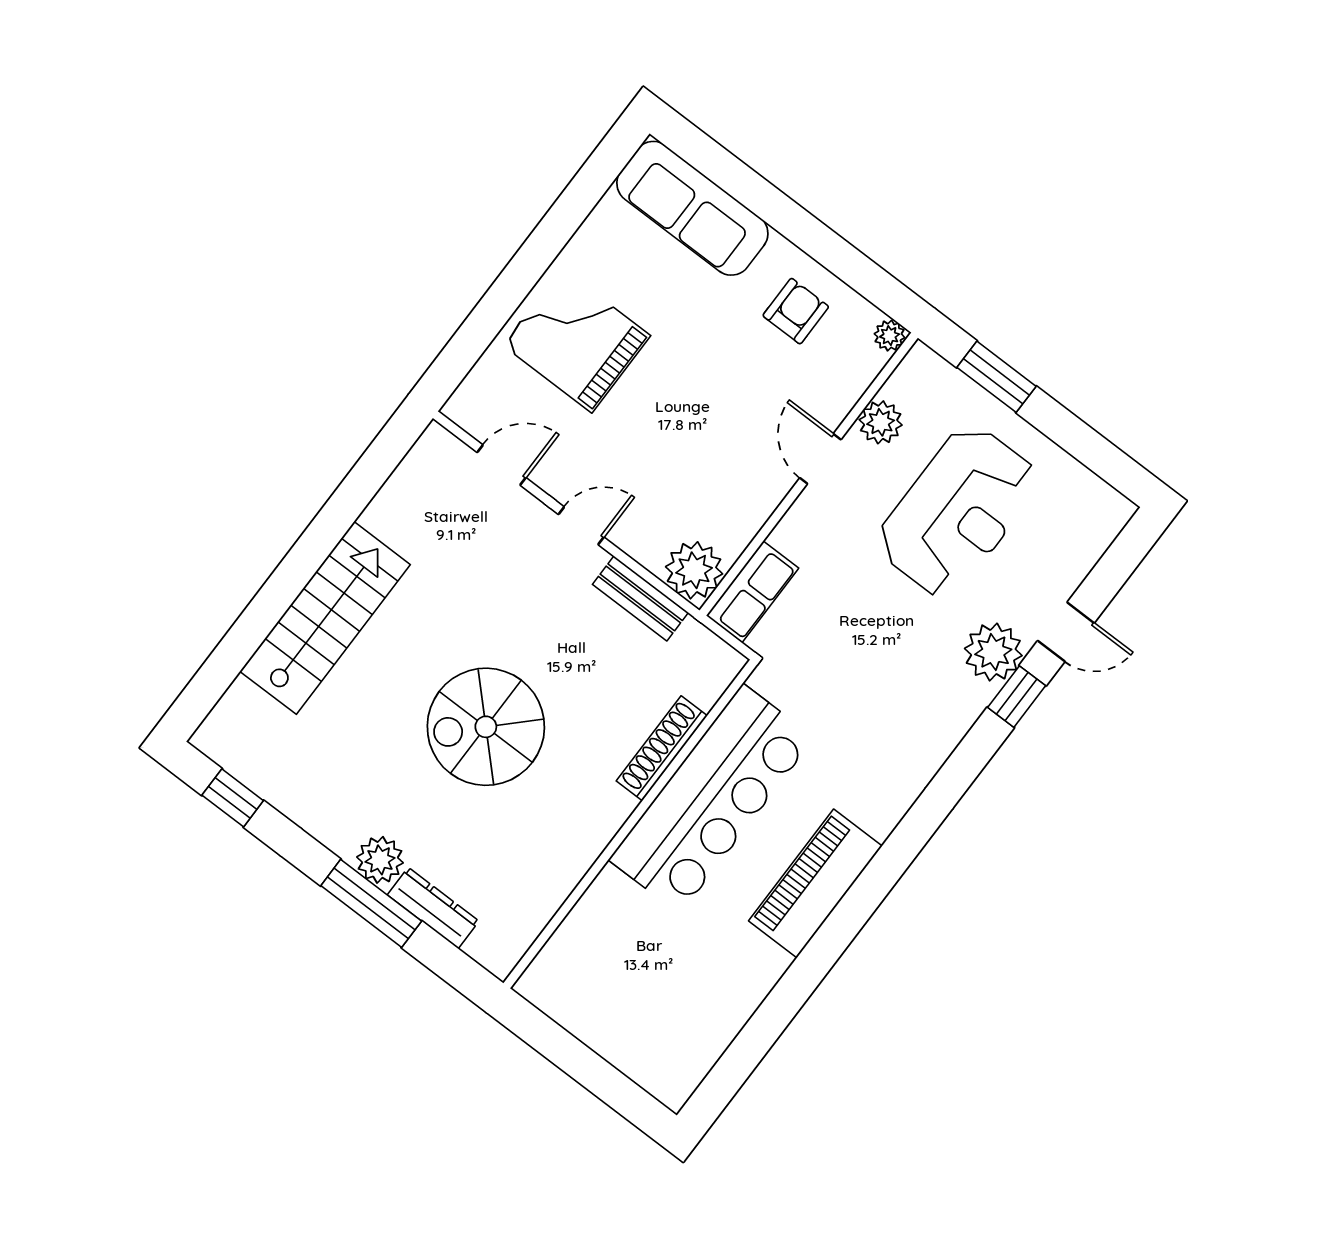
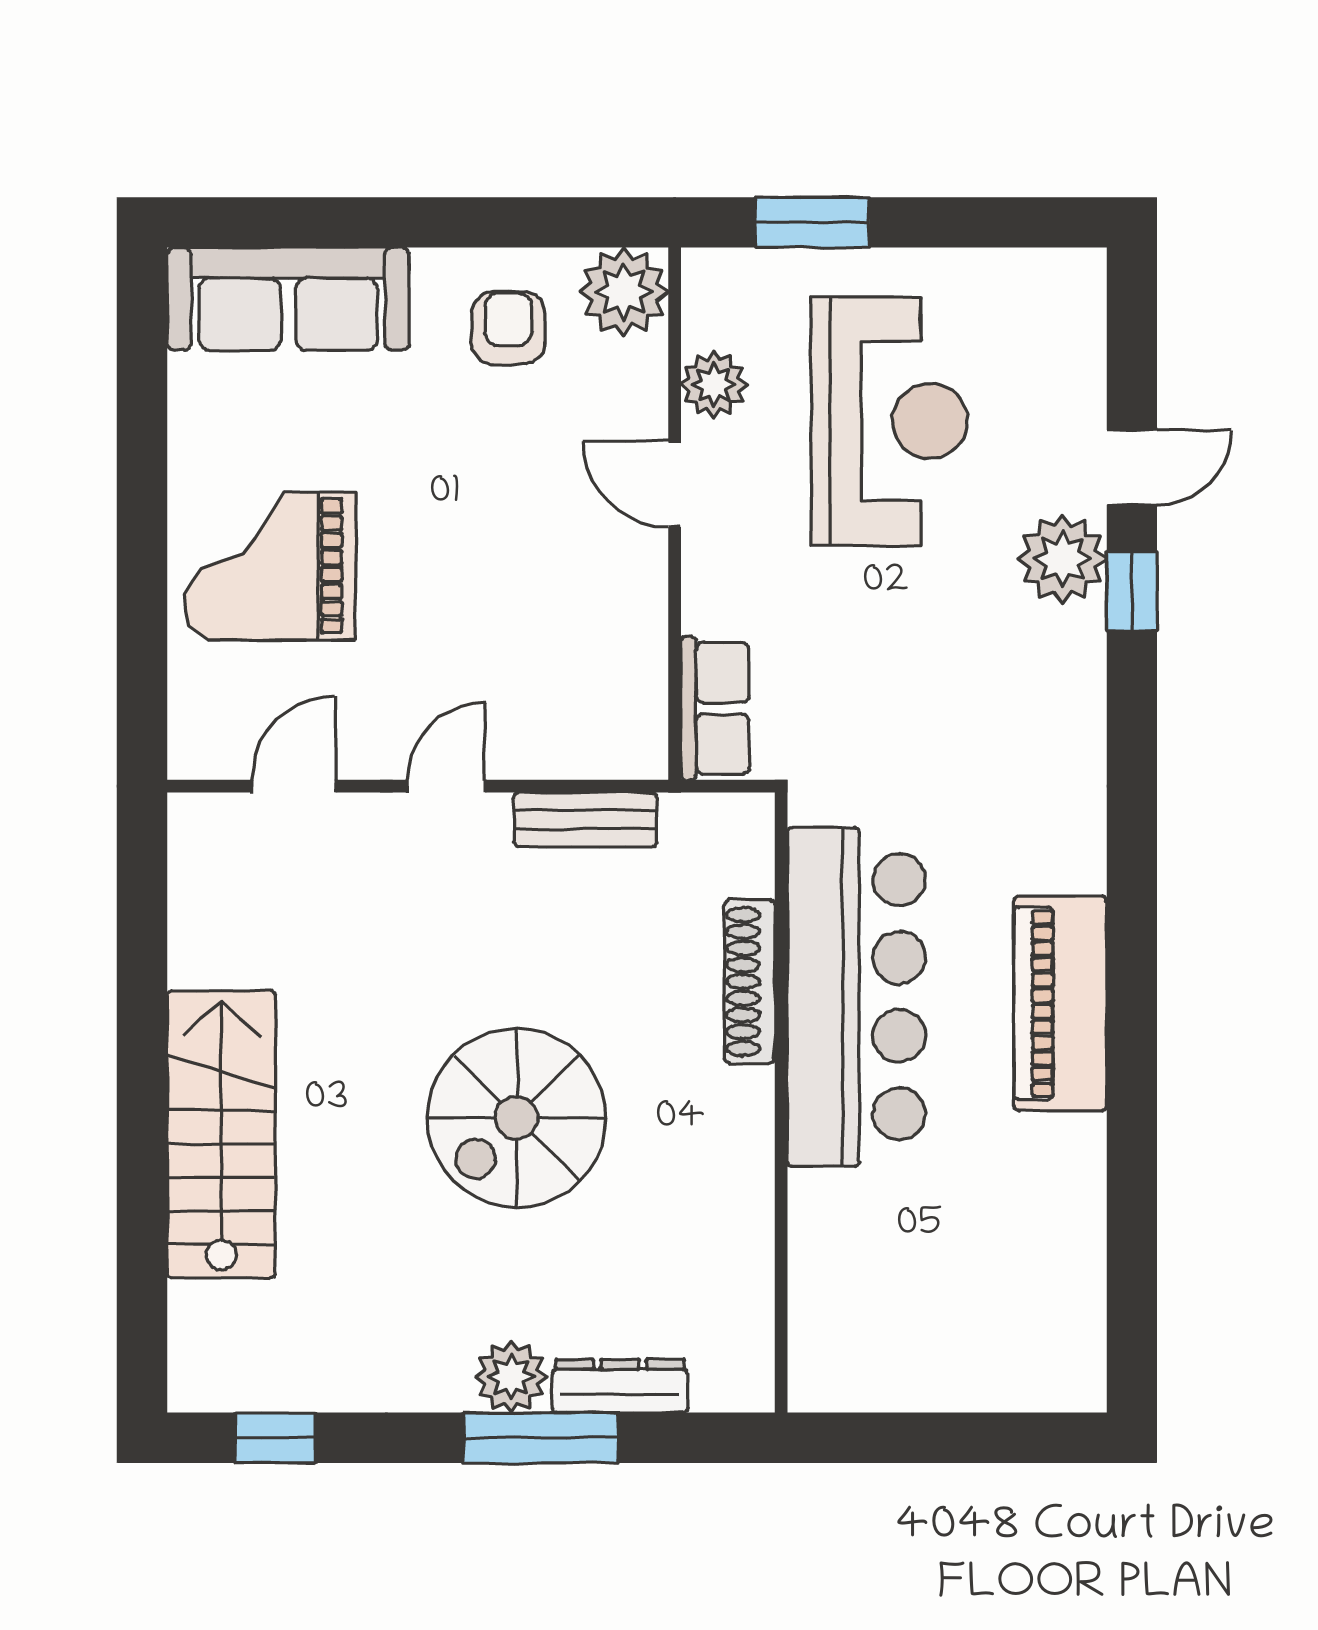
plant: (890, 336) -> (624, 292), width x1.88, depth x1.88
plant: (694, 570) -> (624, 736), removed

